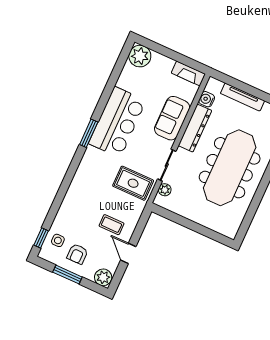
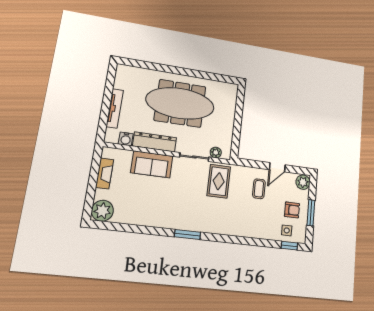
fireplace: (188, 74) -> (105, 174), moved
bar counter: (117, 122) -> (170, 212), removed

